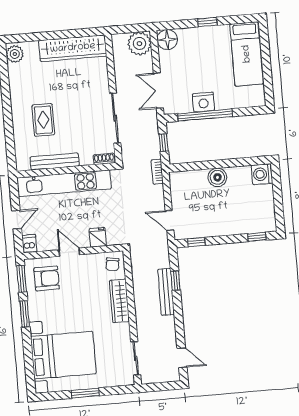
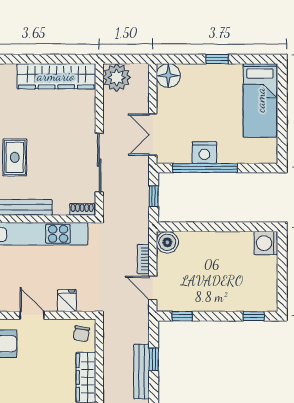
plant: (139, 44) -> (117, 77), moved
bookcase: (157, 172) -> (143, 259), moved
boiler: (217, 177) -> (167, 242), moved

